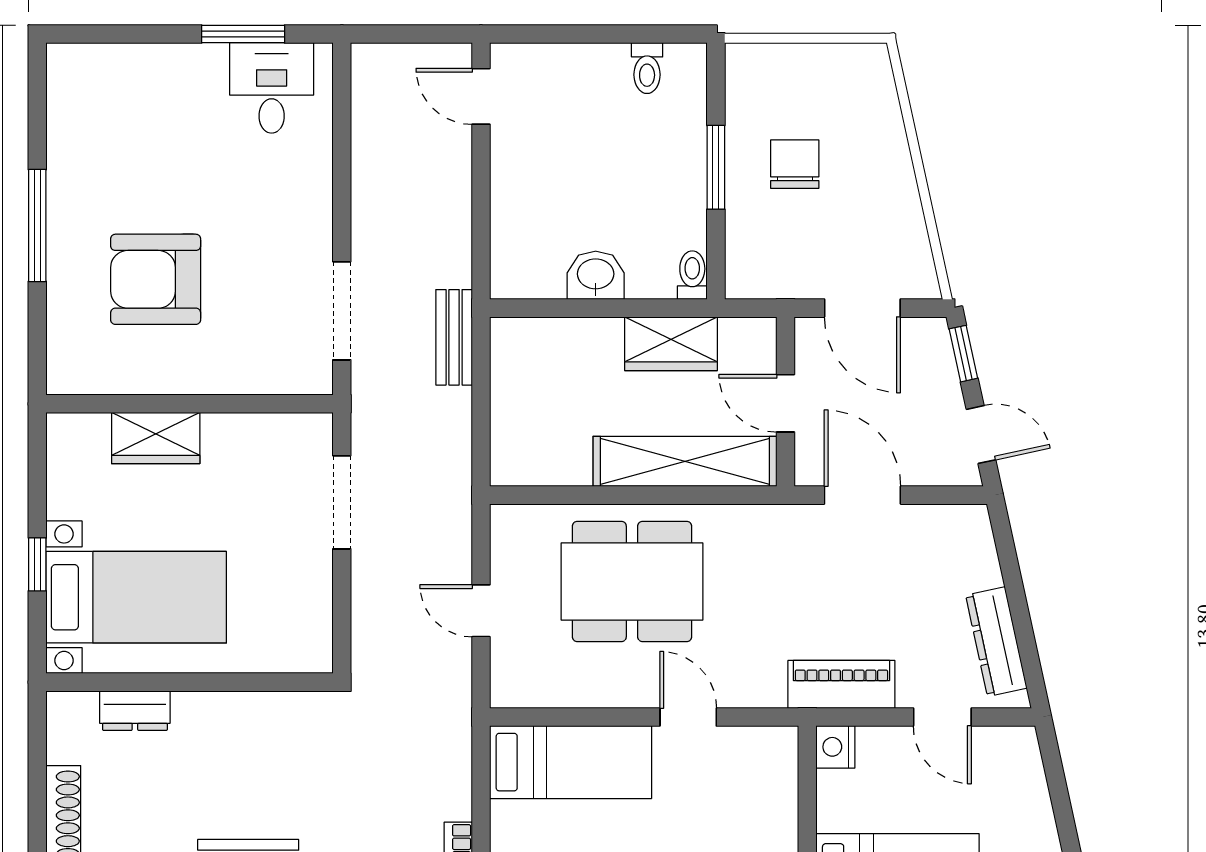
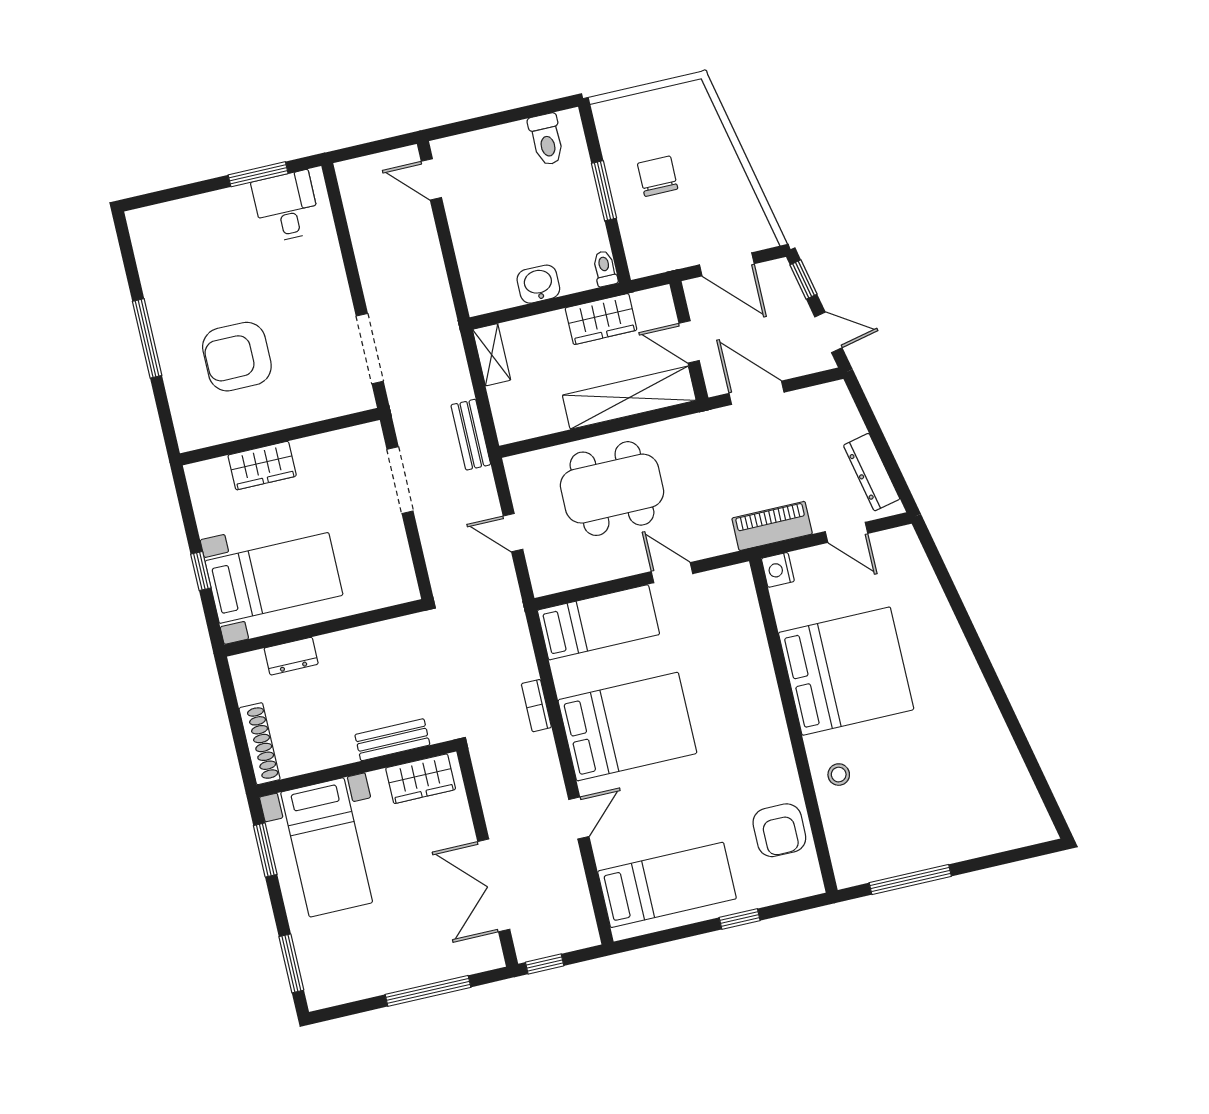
toilet: (647, 68) -> (546, 139), width x1.37, depth x1.39
bench: (454, 337) -> (471, 435), moved
shelving: (508, 358) -> (492, 355), added

